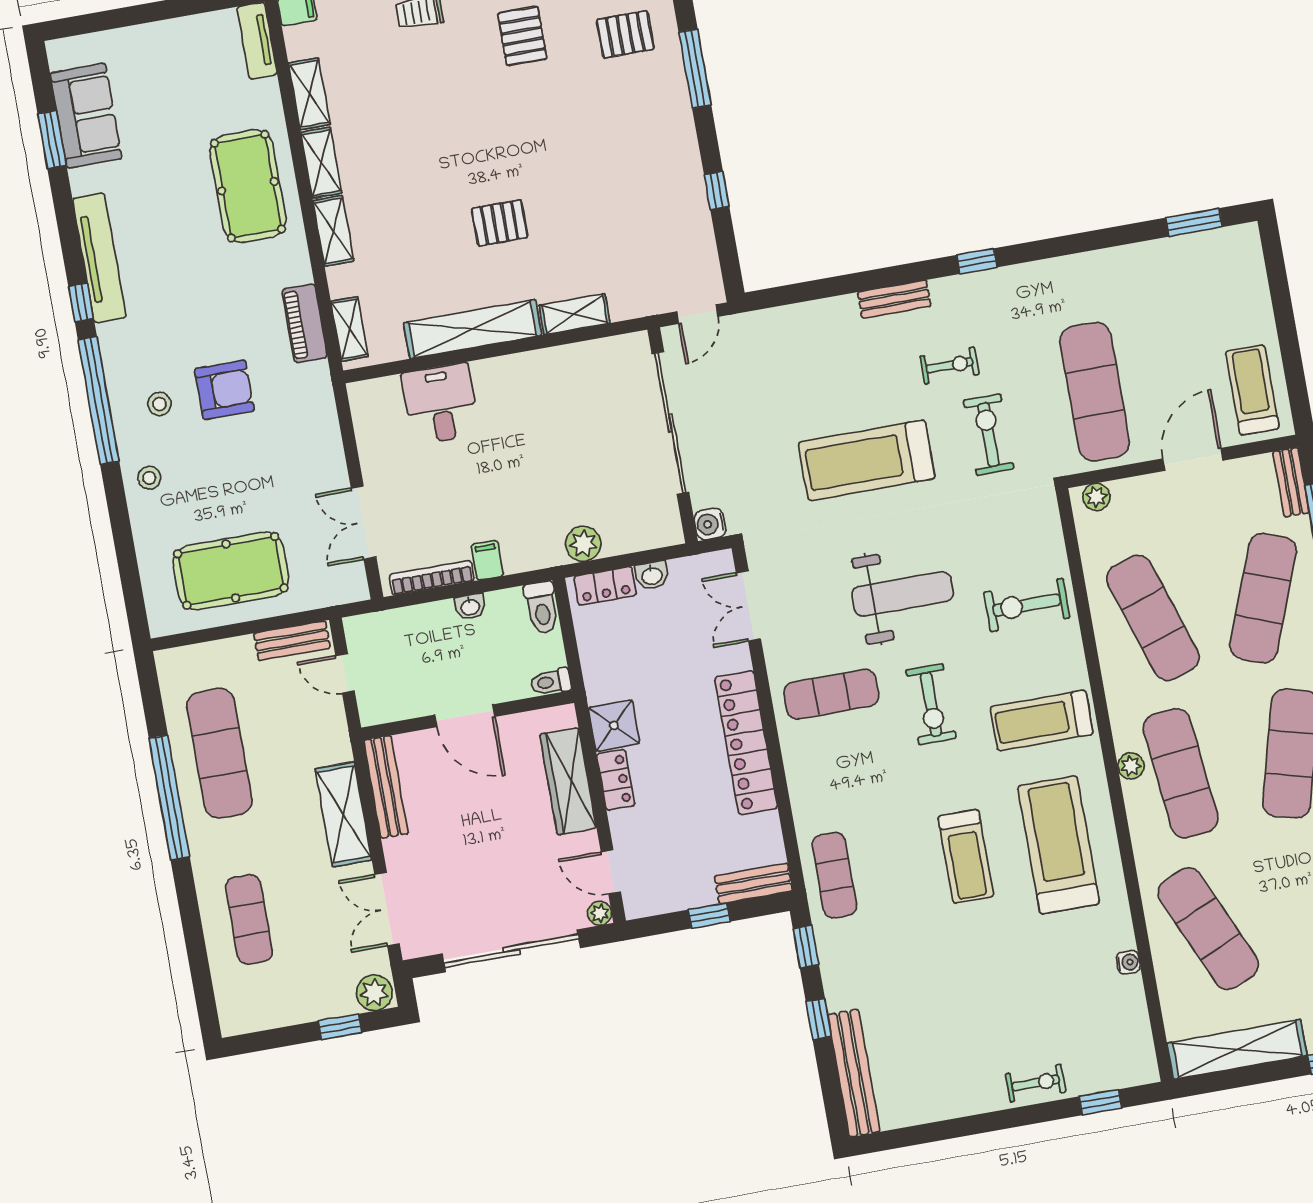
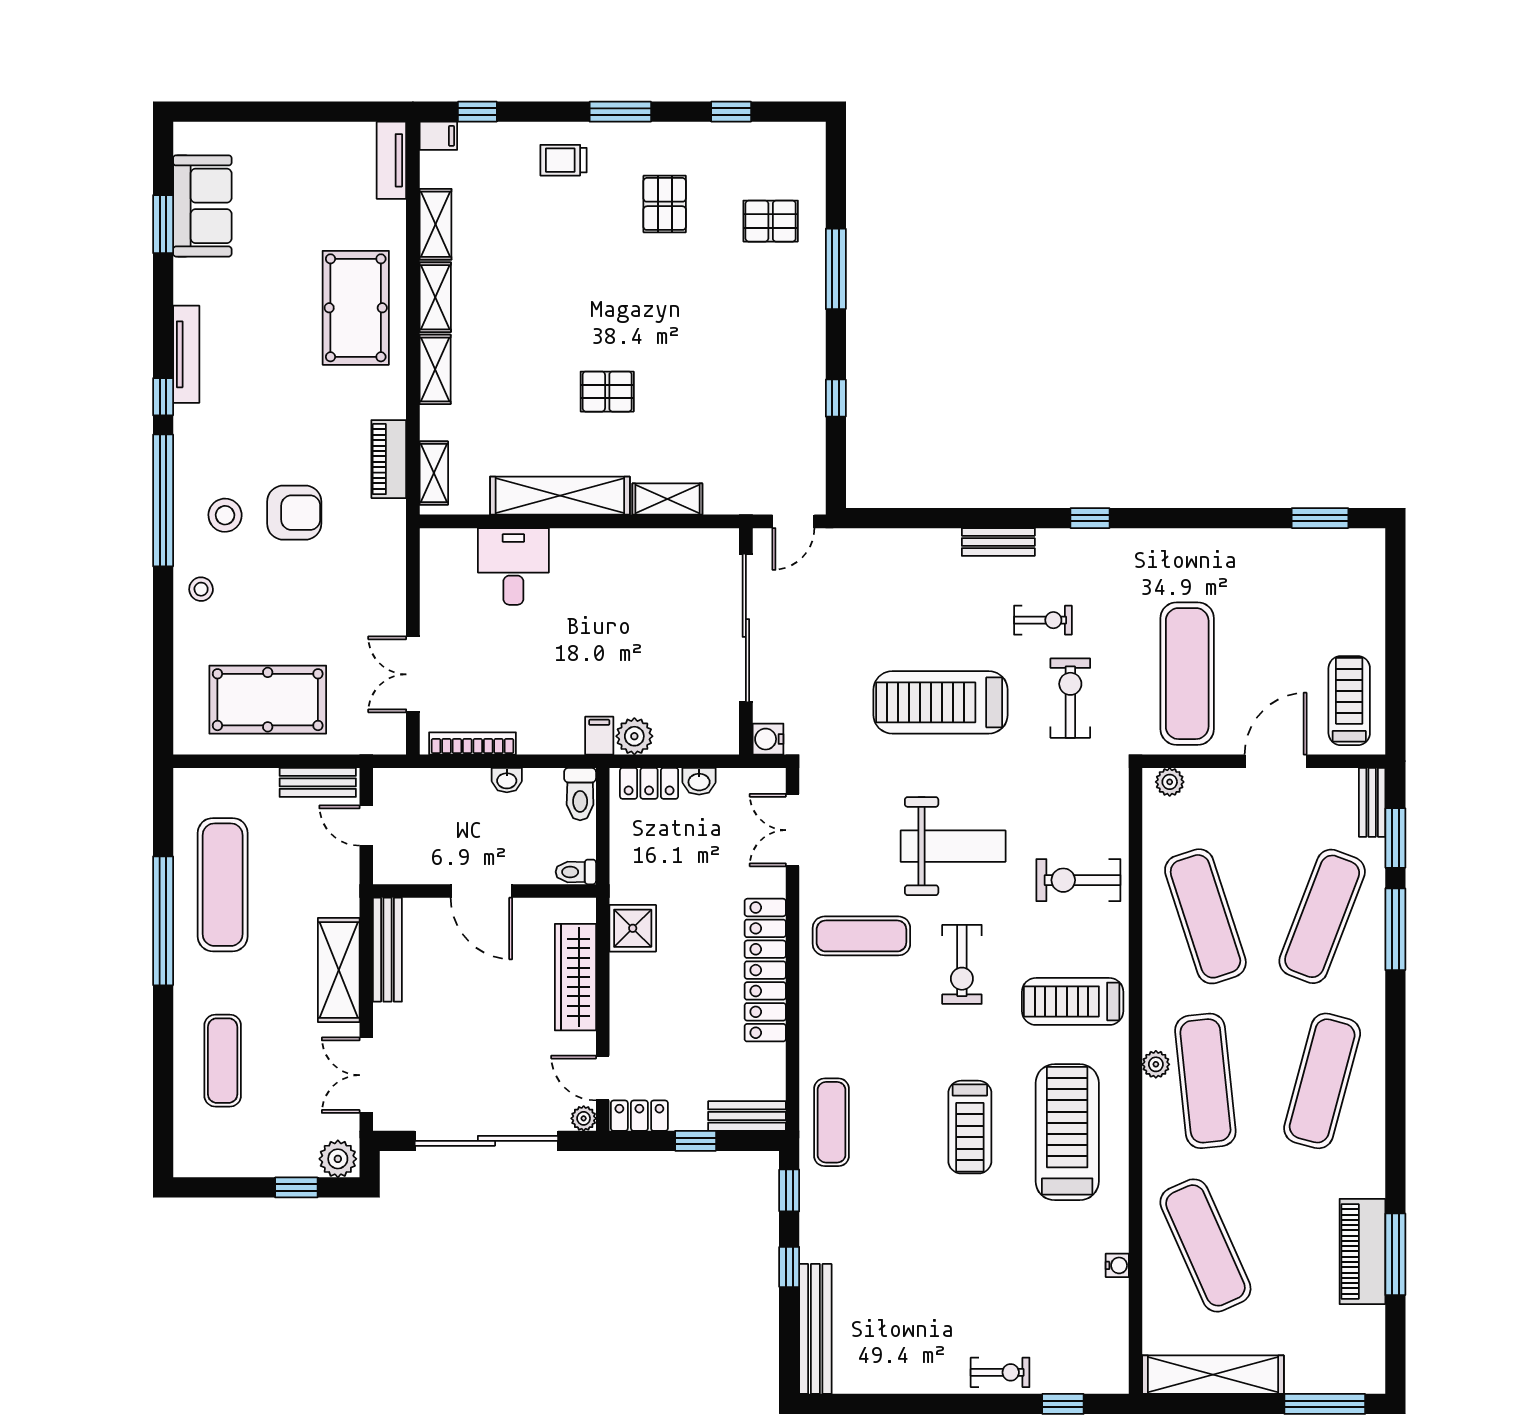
tv unit: (99, 258) -> (186, 354), width x0.73, depth x0.78
stool: (159, 404) -> (225, 515), width x1.37, depth x1.37
filing cabinet: (487, 560) -> (599, 736), moved
locker: (616, 780) -> (639, 1116), moved, turned -90

